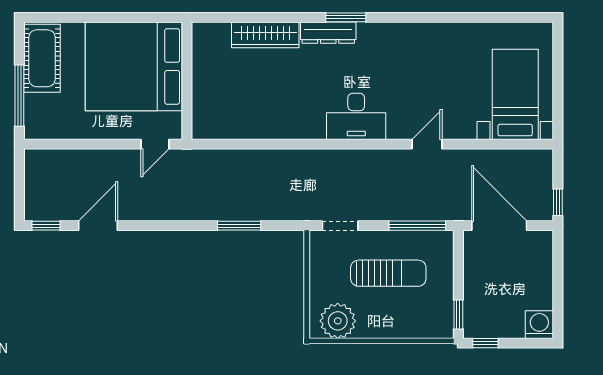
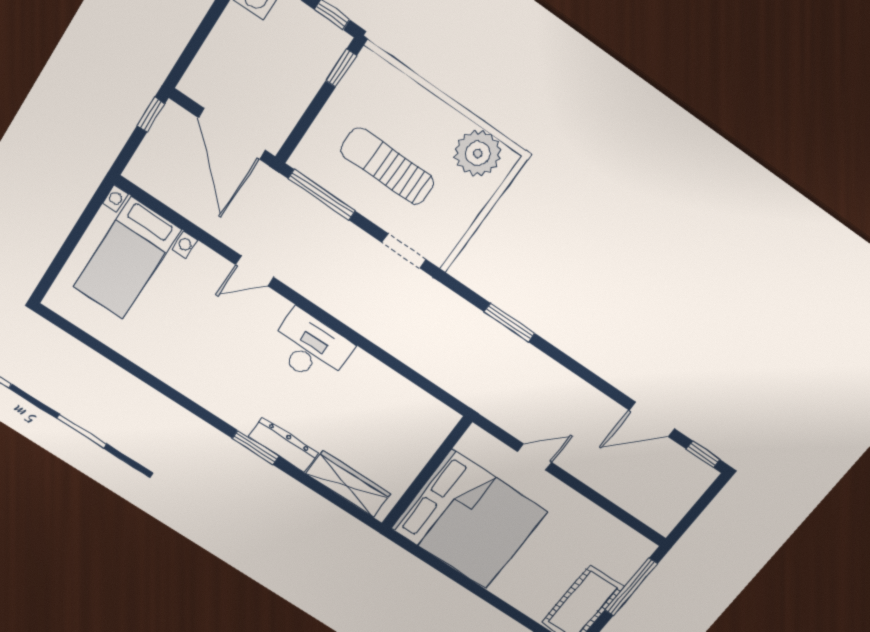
bed: (134, 66) -> (469, 520), moved
wall: (187, 81) -> (426, 473), moved

